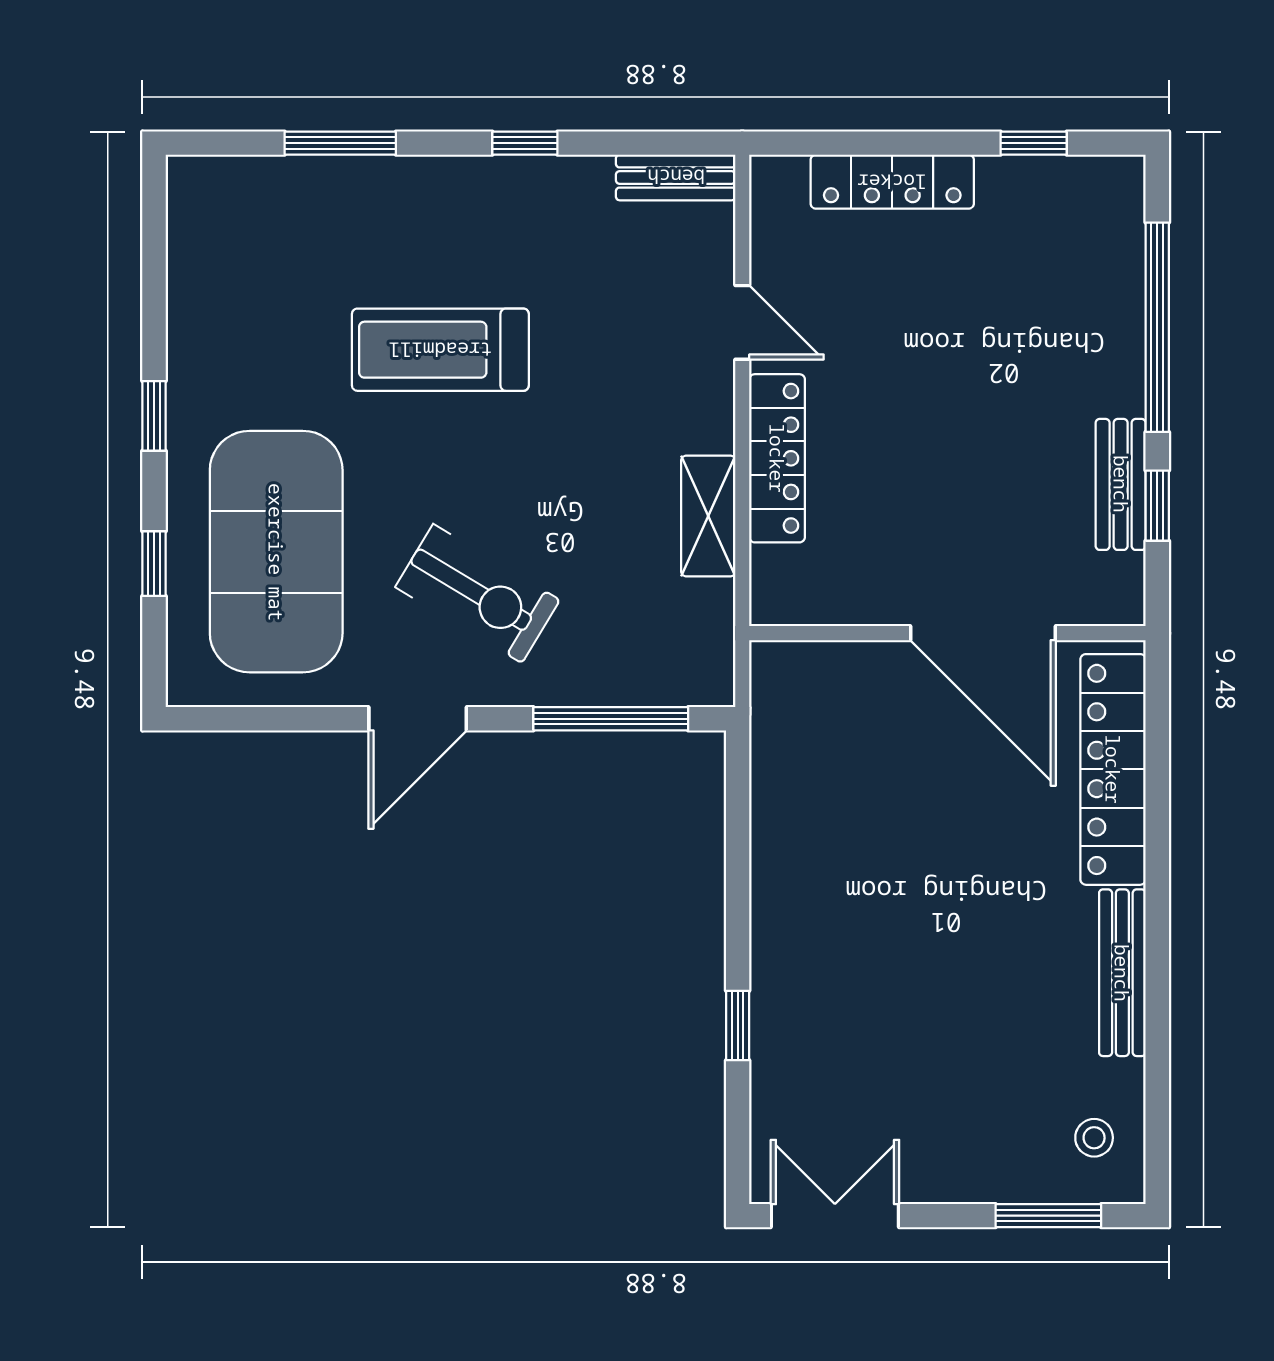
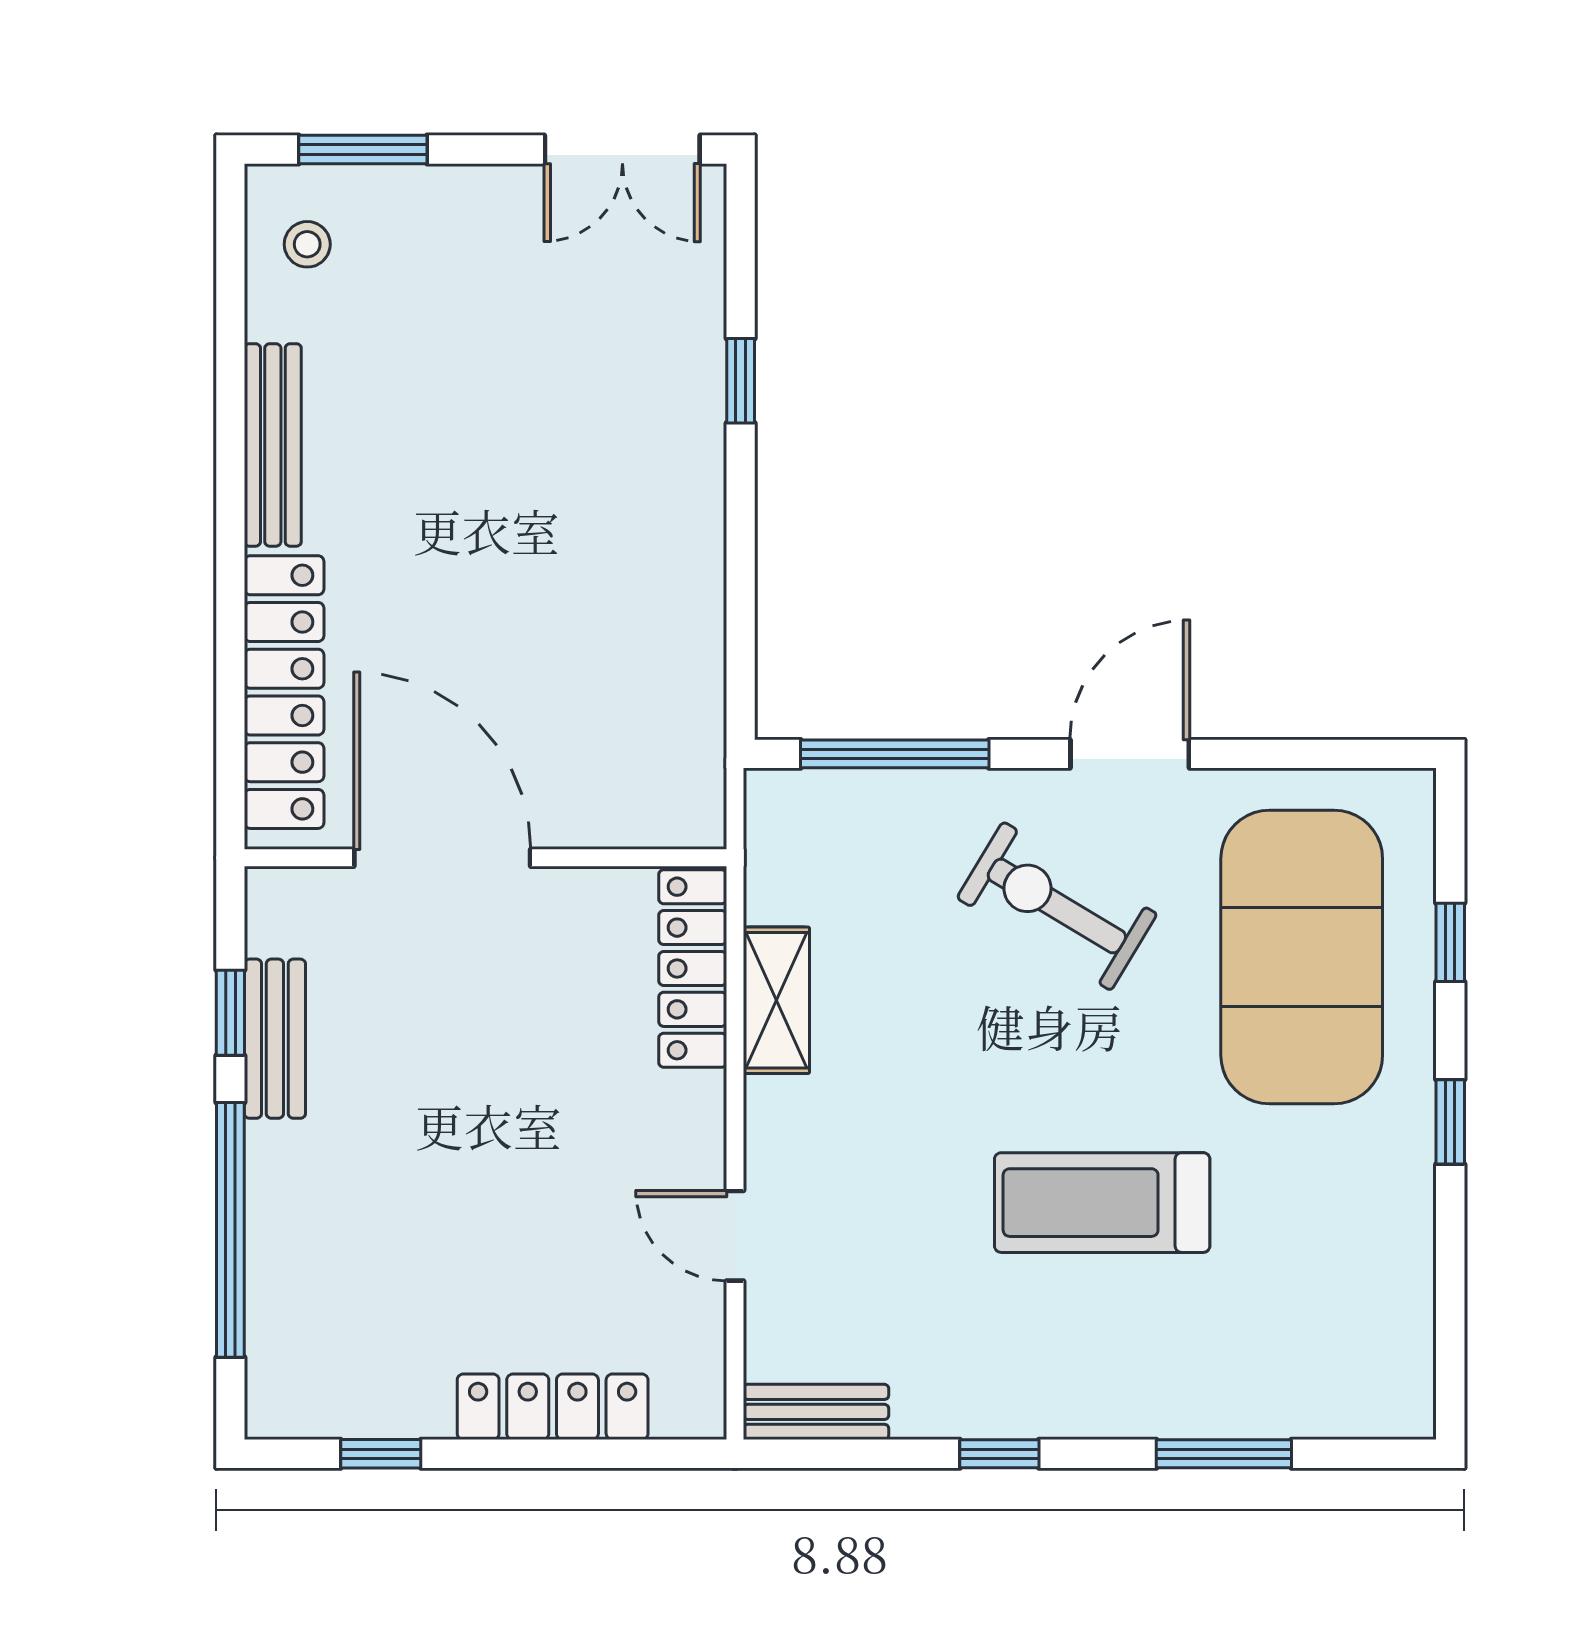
treadmill: (440, 350) -> (1102, 1203), turned 180
locker: (777, 458) -> (693, 968), moved

